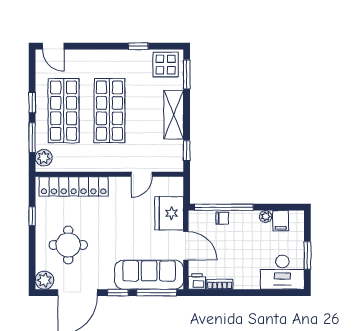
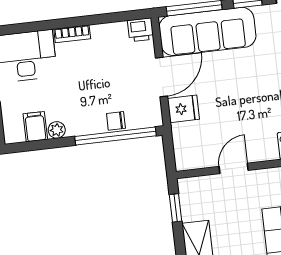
fridge: (169, 213) -> (183, 109), width x0.53, depth x0.75
door: (186, 246) -> (161, 77), swing flipped
bookcase: (220, 284) -> (72, 34), moved

